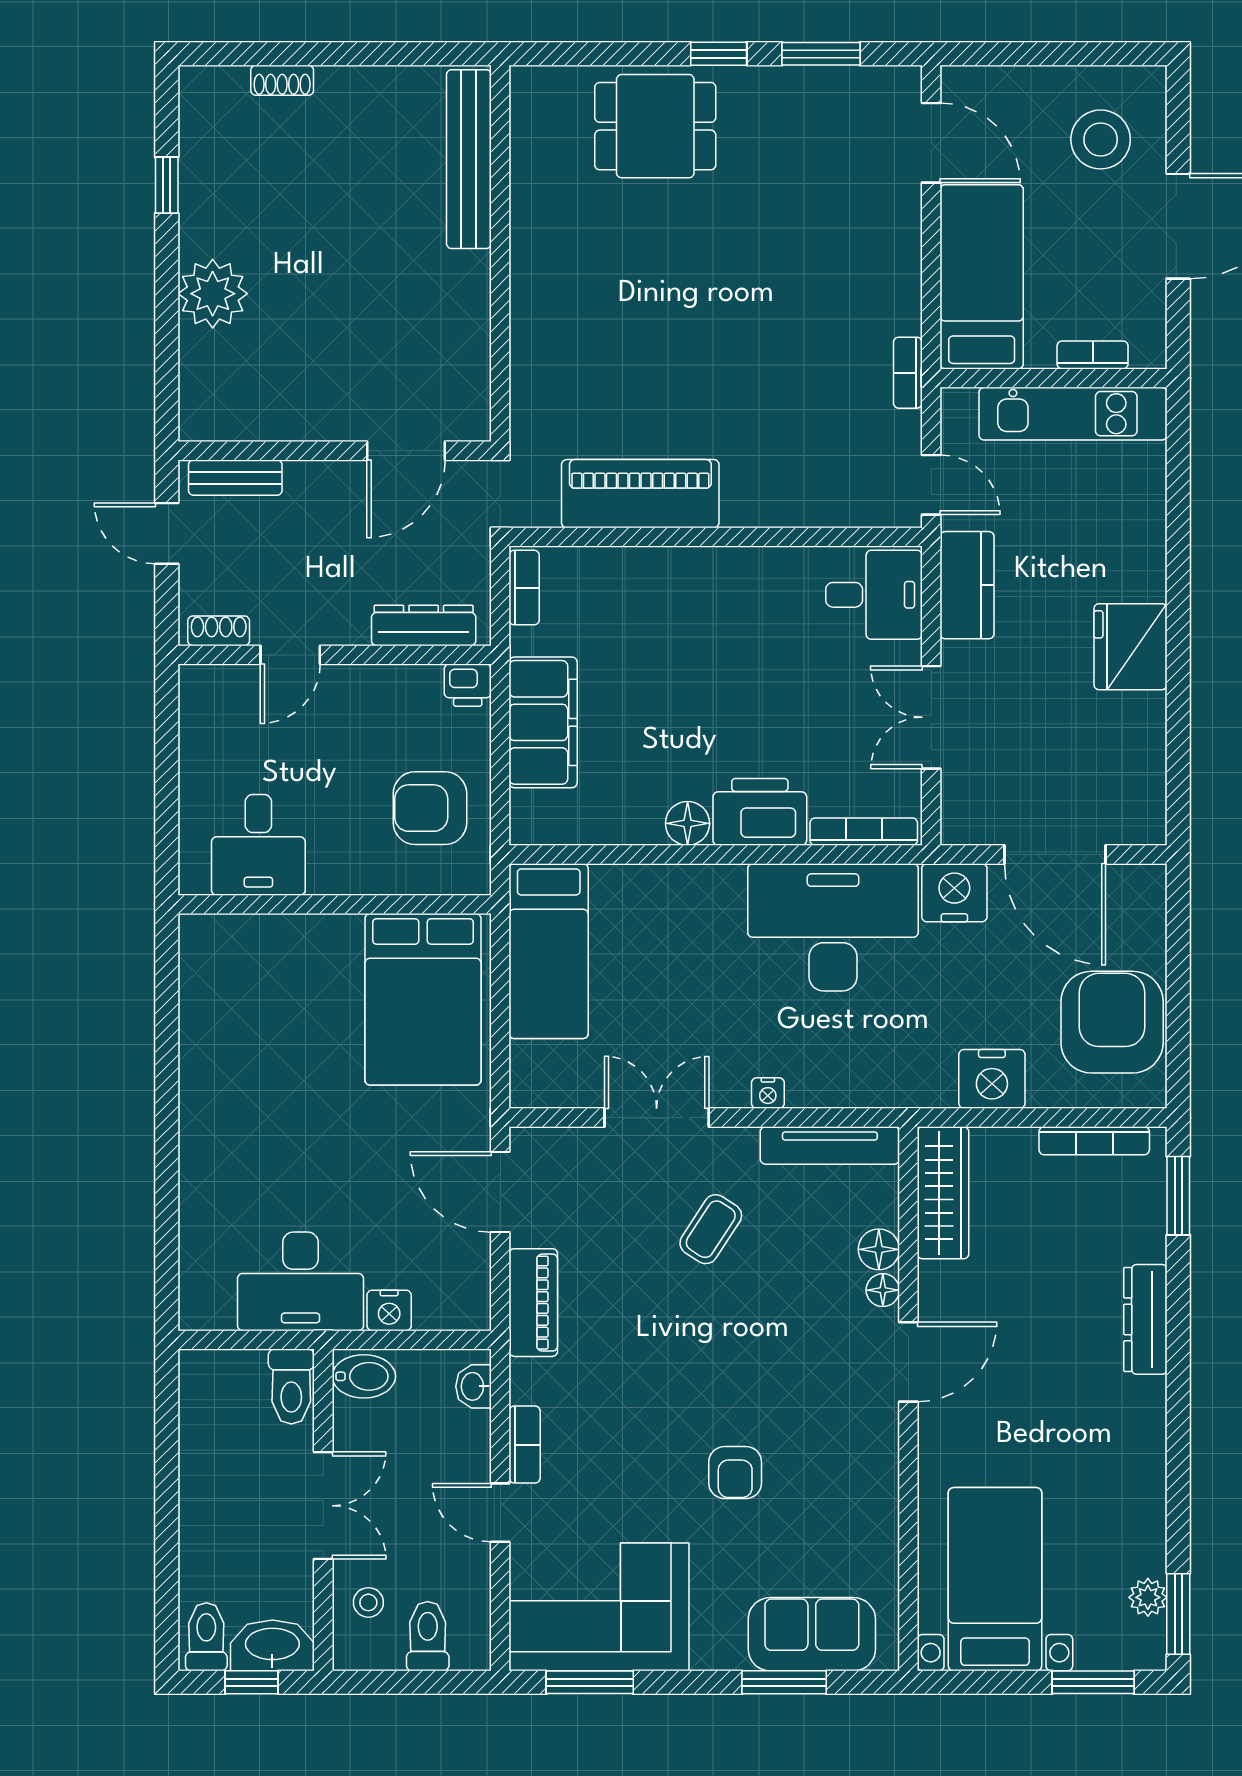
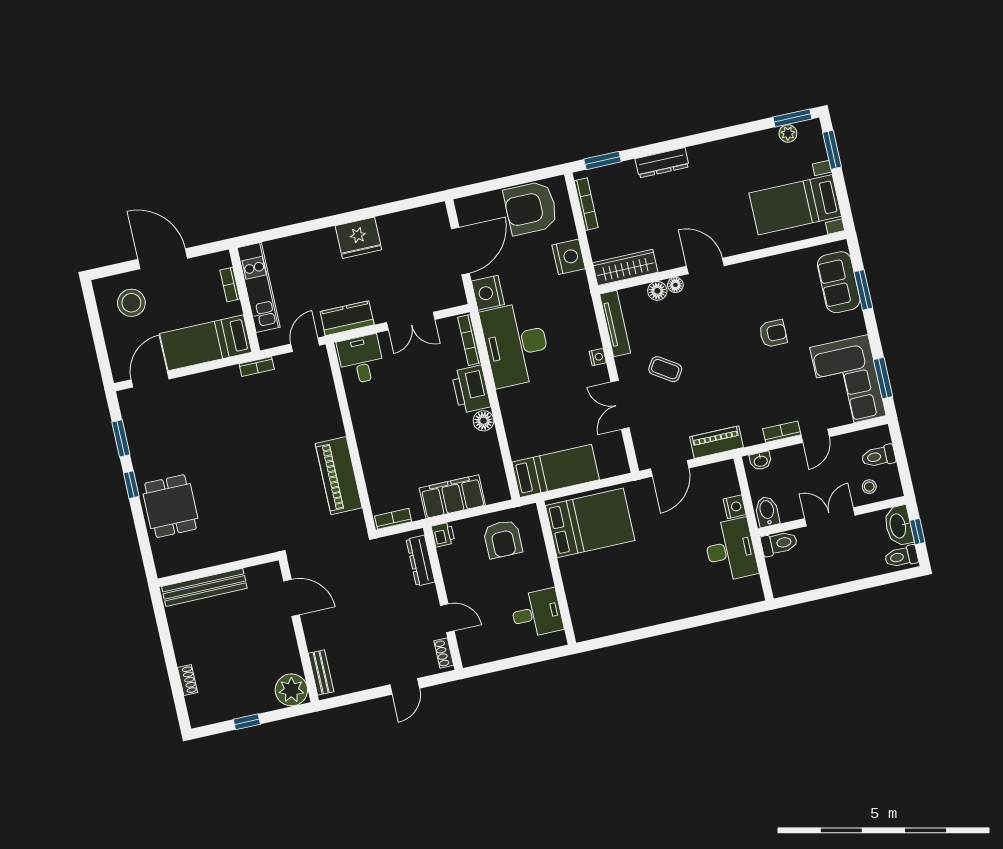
wall: (335, 451) -> (299, 630), moved
door: (406, 451) -> (292, 598), moved
bench: (235, 478) -> (321, 672), moved

